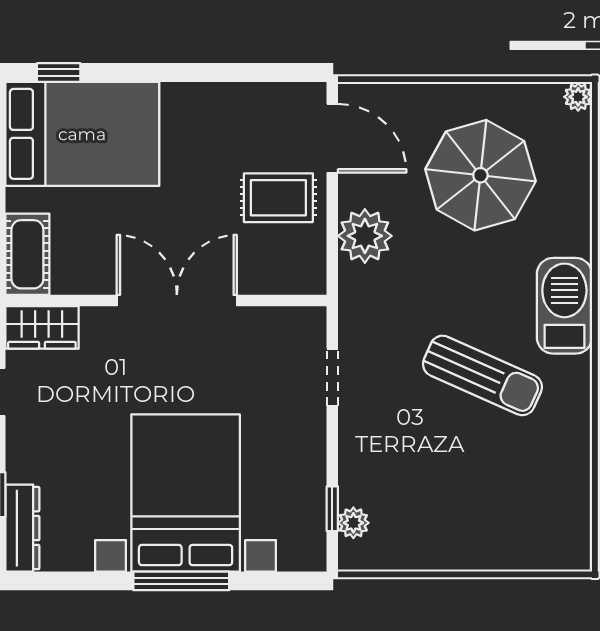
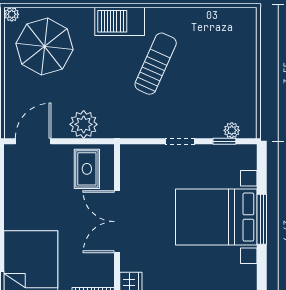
parasol: (480, 175) -> (45, 46), moved
rug: (278, 198) -> (87, 169), moved
doorway: (332, 377) -> (180, 141), moved

